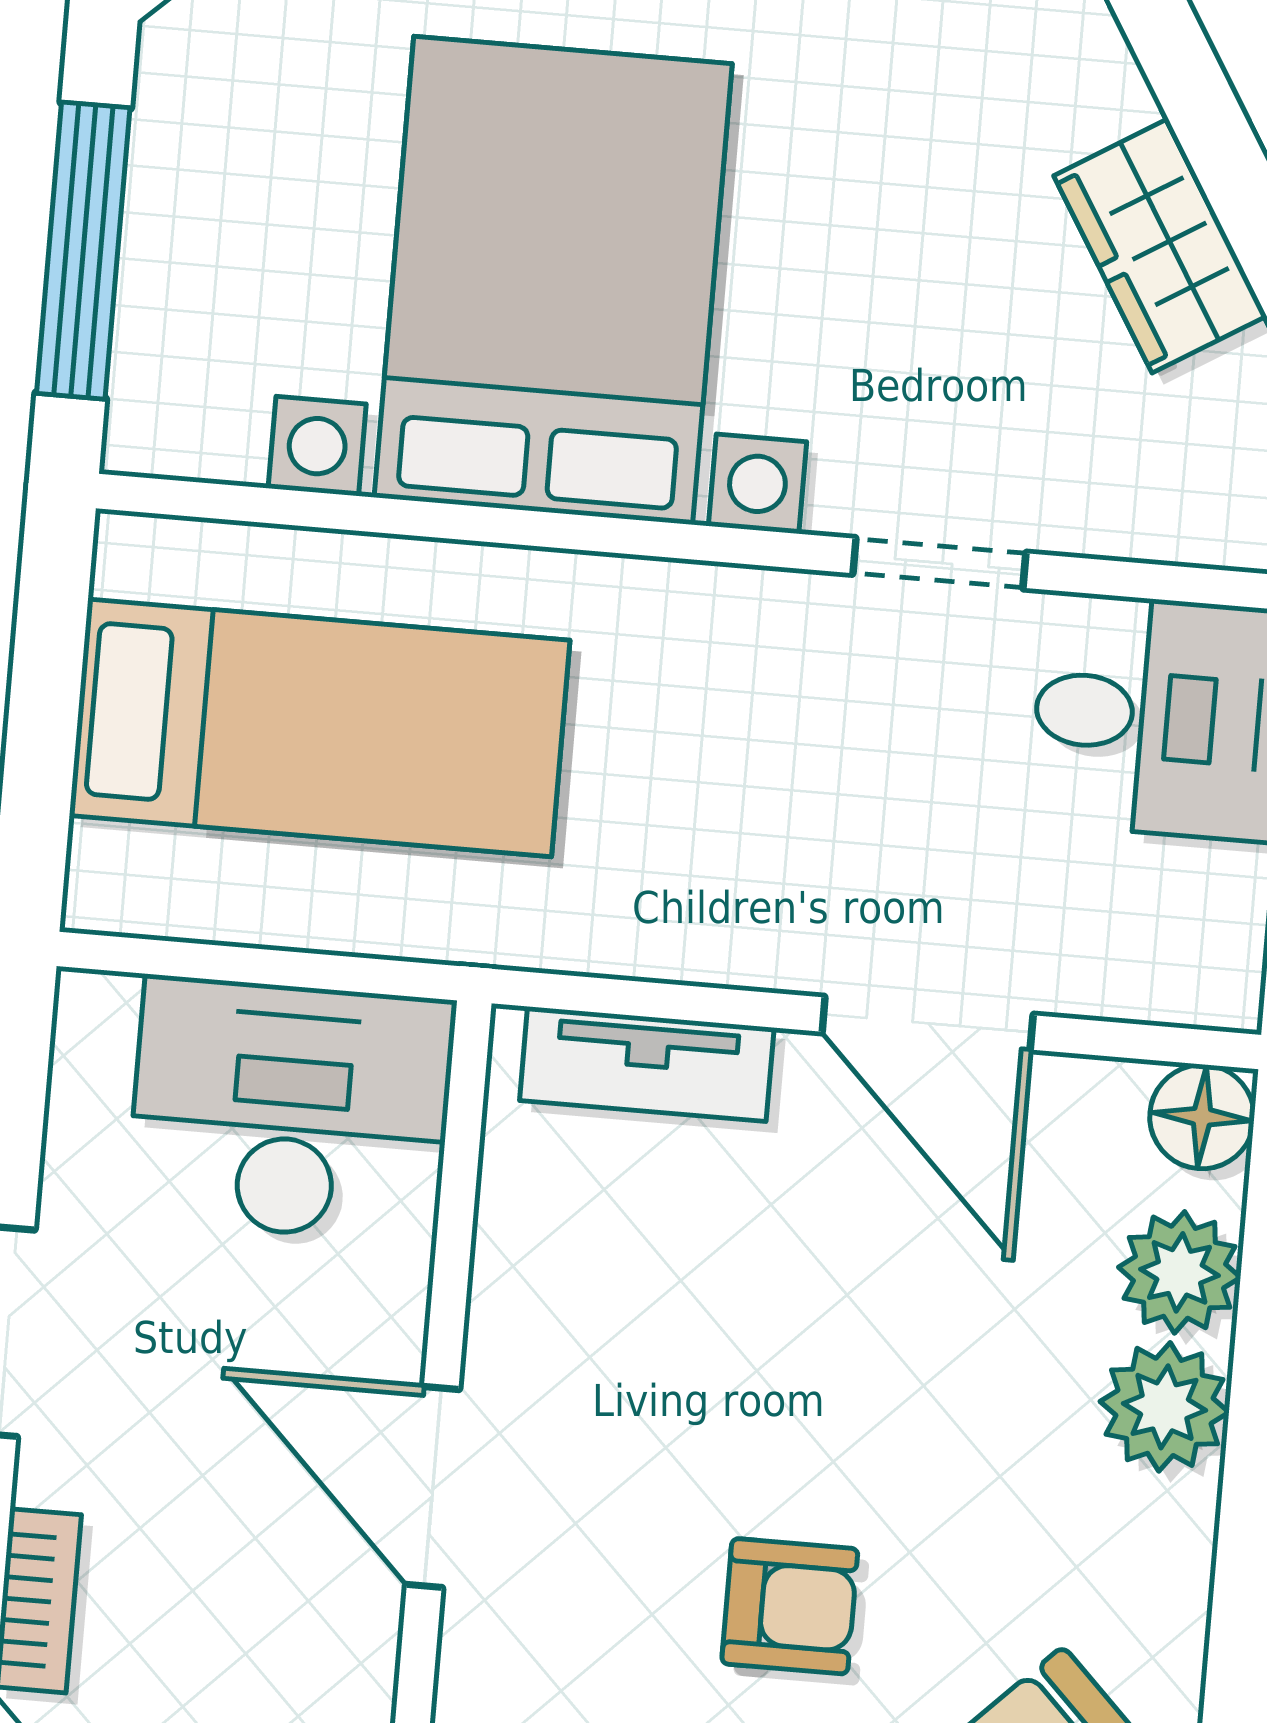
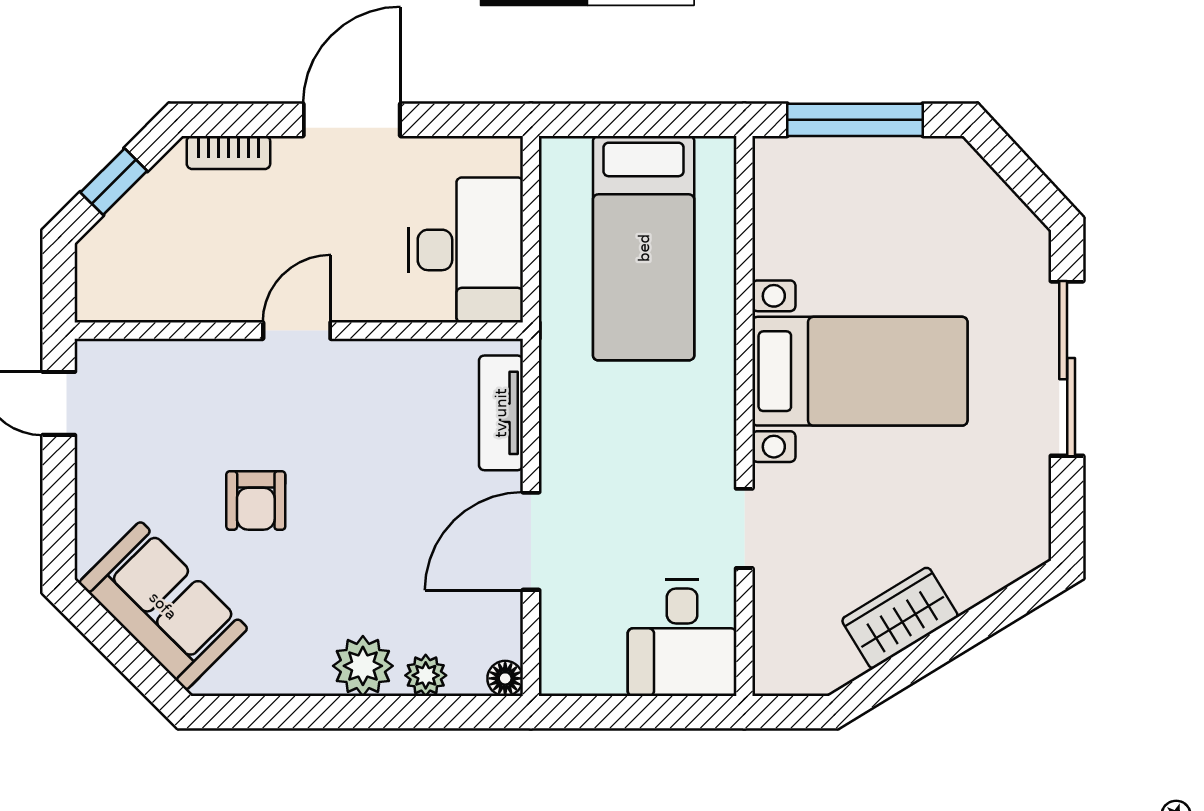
bed with nightstands: (553, 281) -> (860, 371), width x0.73
floor lamp: (1202, 1117) -> (505, 678), width x0.73, depth x0.73
plant: (1180, 1272) -> (426, 675), width x0.73, depth x0.73
door: (433, 1487) -> (297, 331), width x0.73

